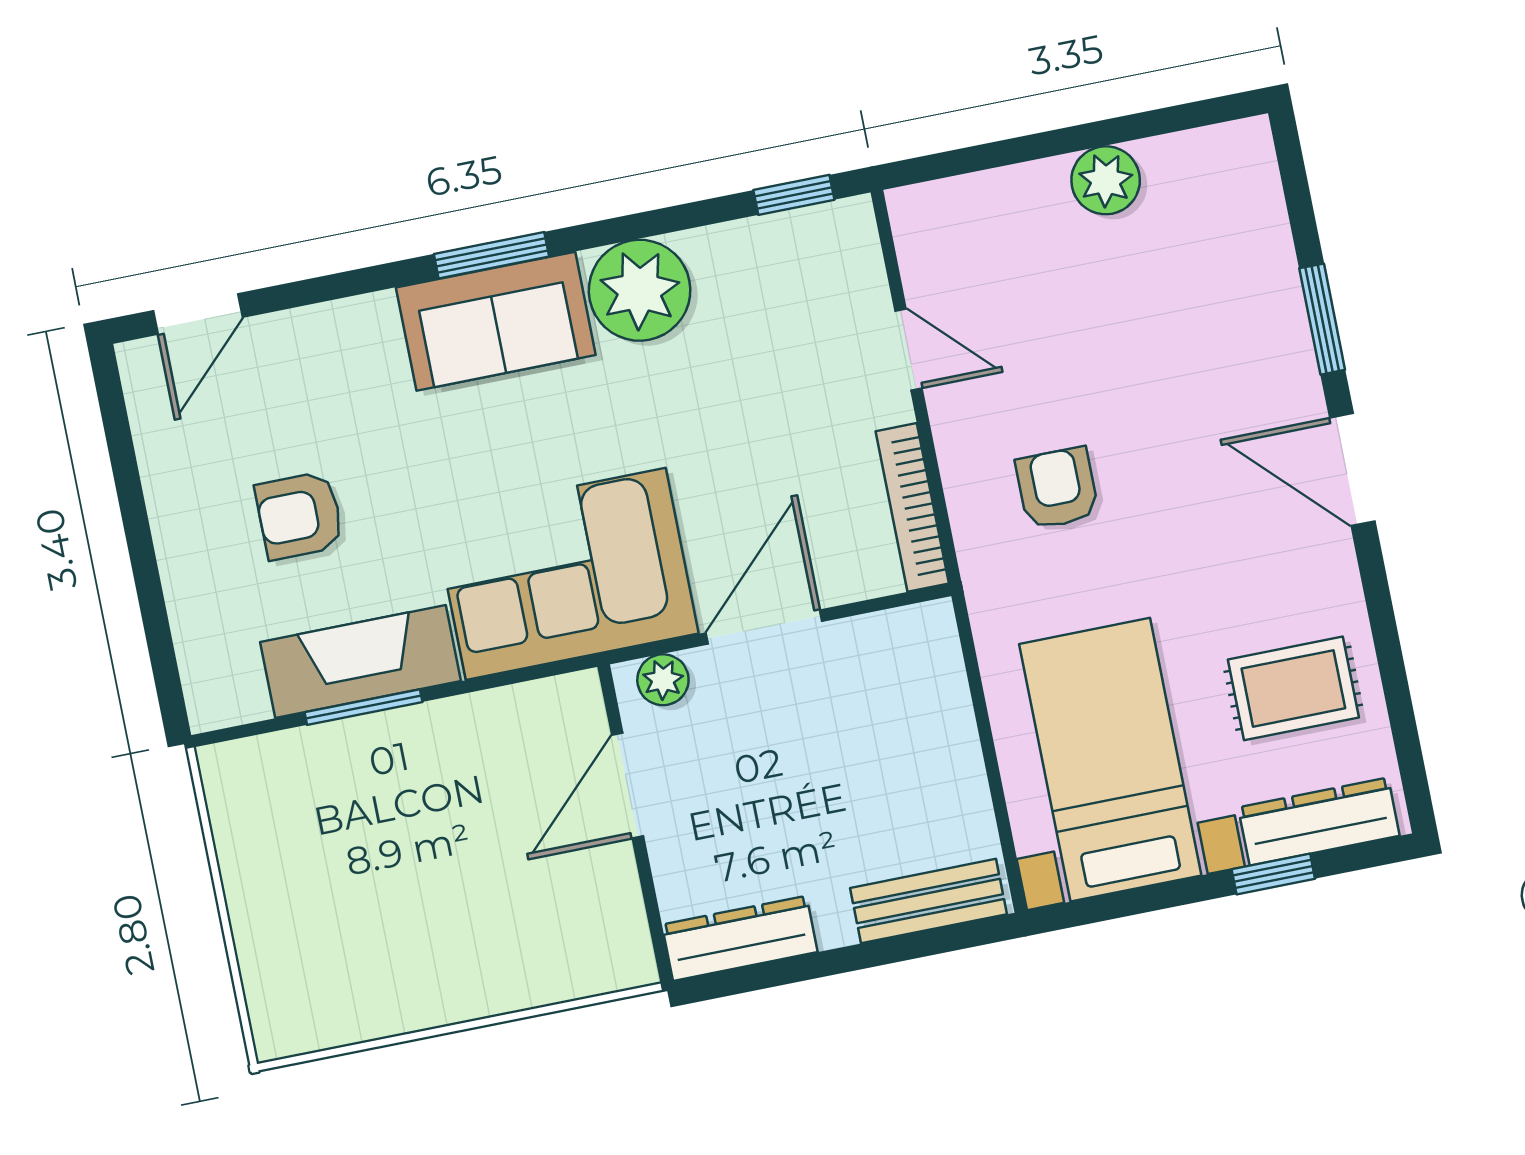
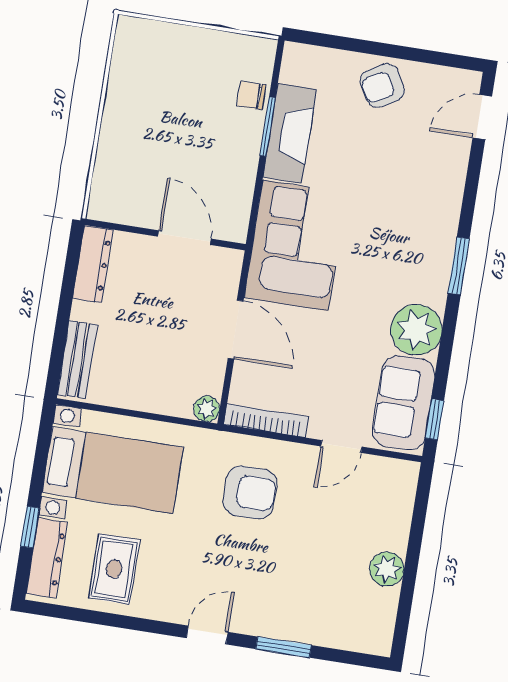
door: (198, 314) -> (482, 117), hinge flipped
sofa: (496, 321) -> (404, 403), moved
door: (1352, 470) -> (207, 635), width x0.73
armchair: (1057, 488) -> (250, 492), width x1.38, depth x1.38
armchair: (299, 516) -> (382, 86), moved, turned -120
plant: (663, 680) -> (207, 409), moved
chair: (316, 759) -> (251, 95), added

